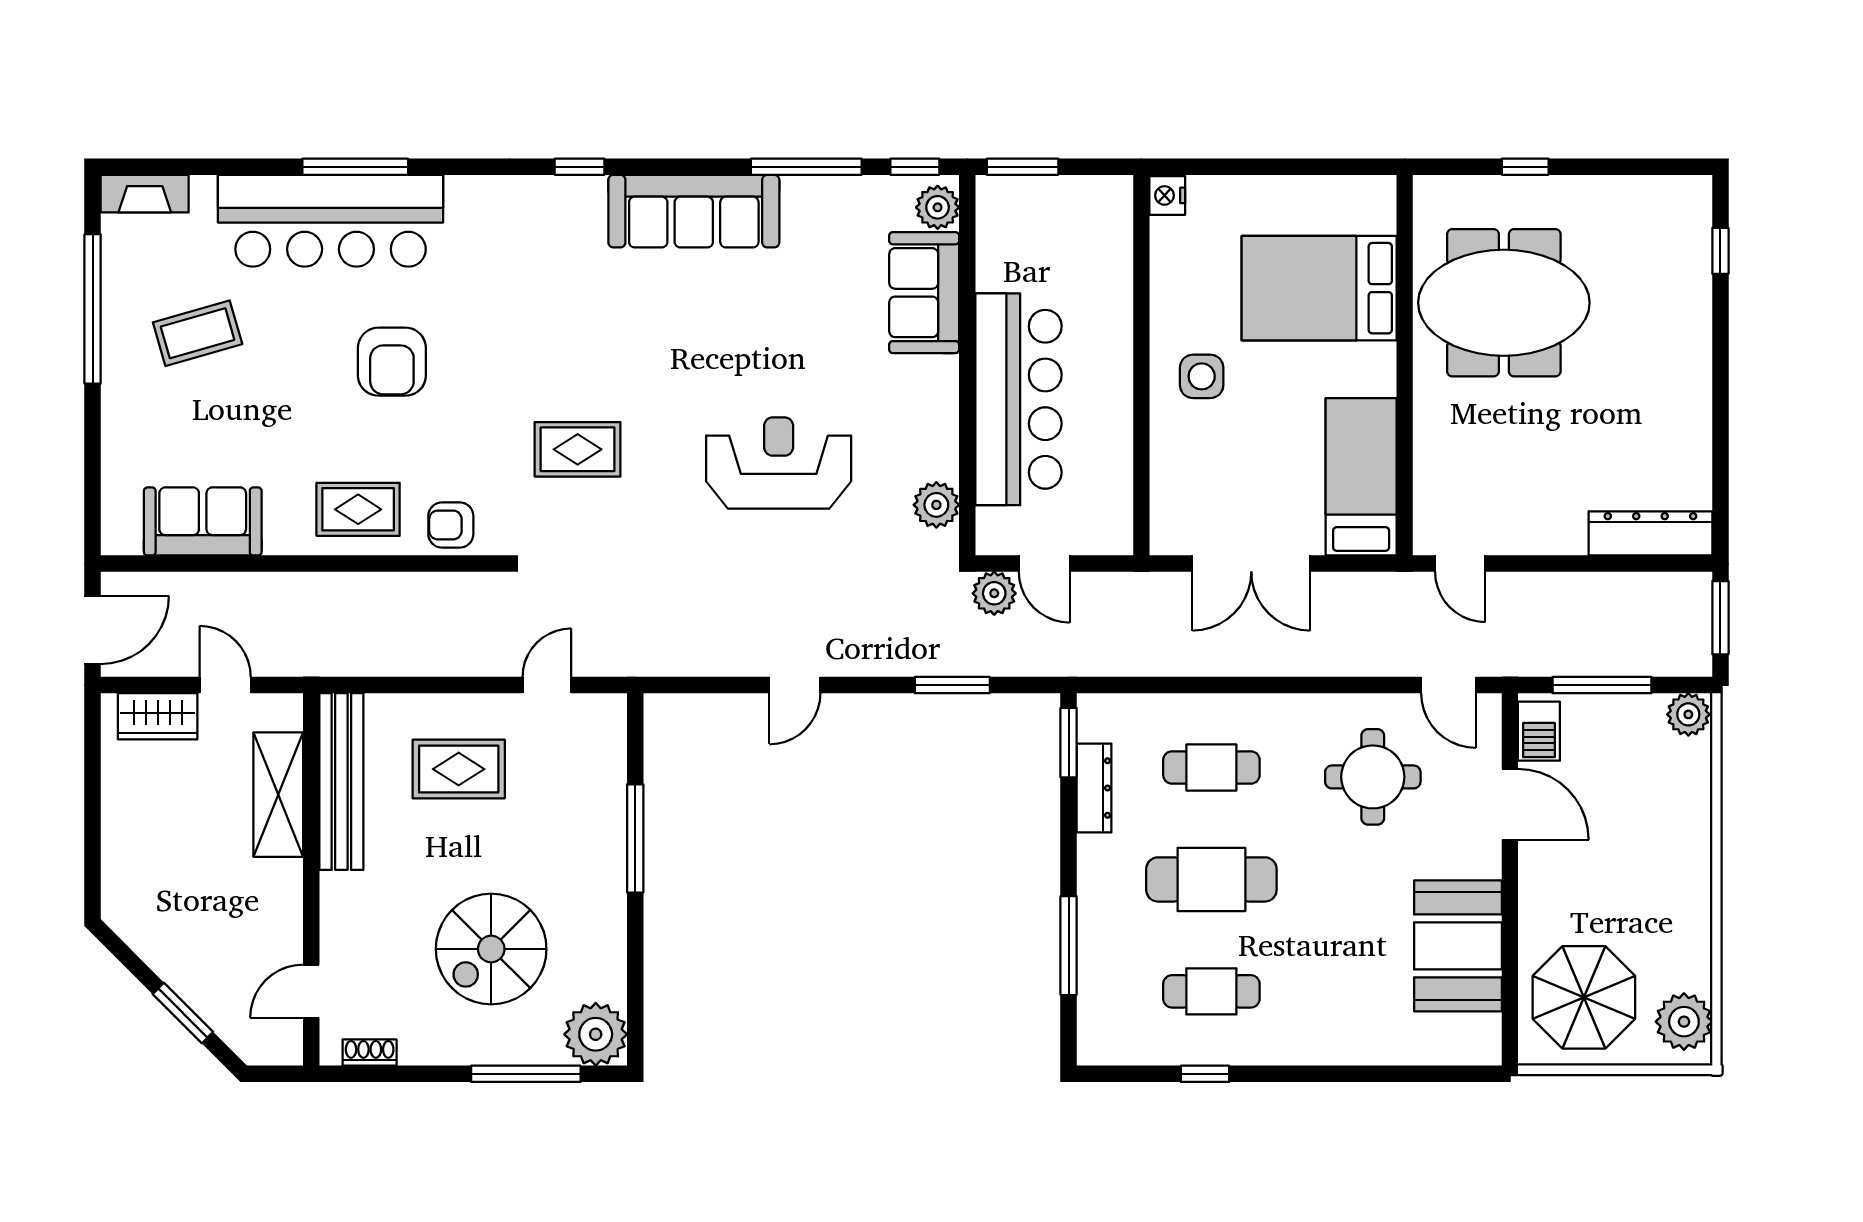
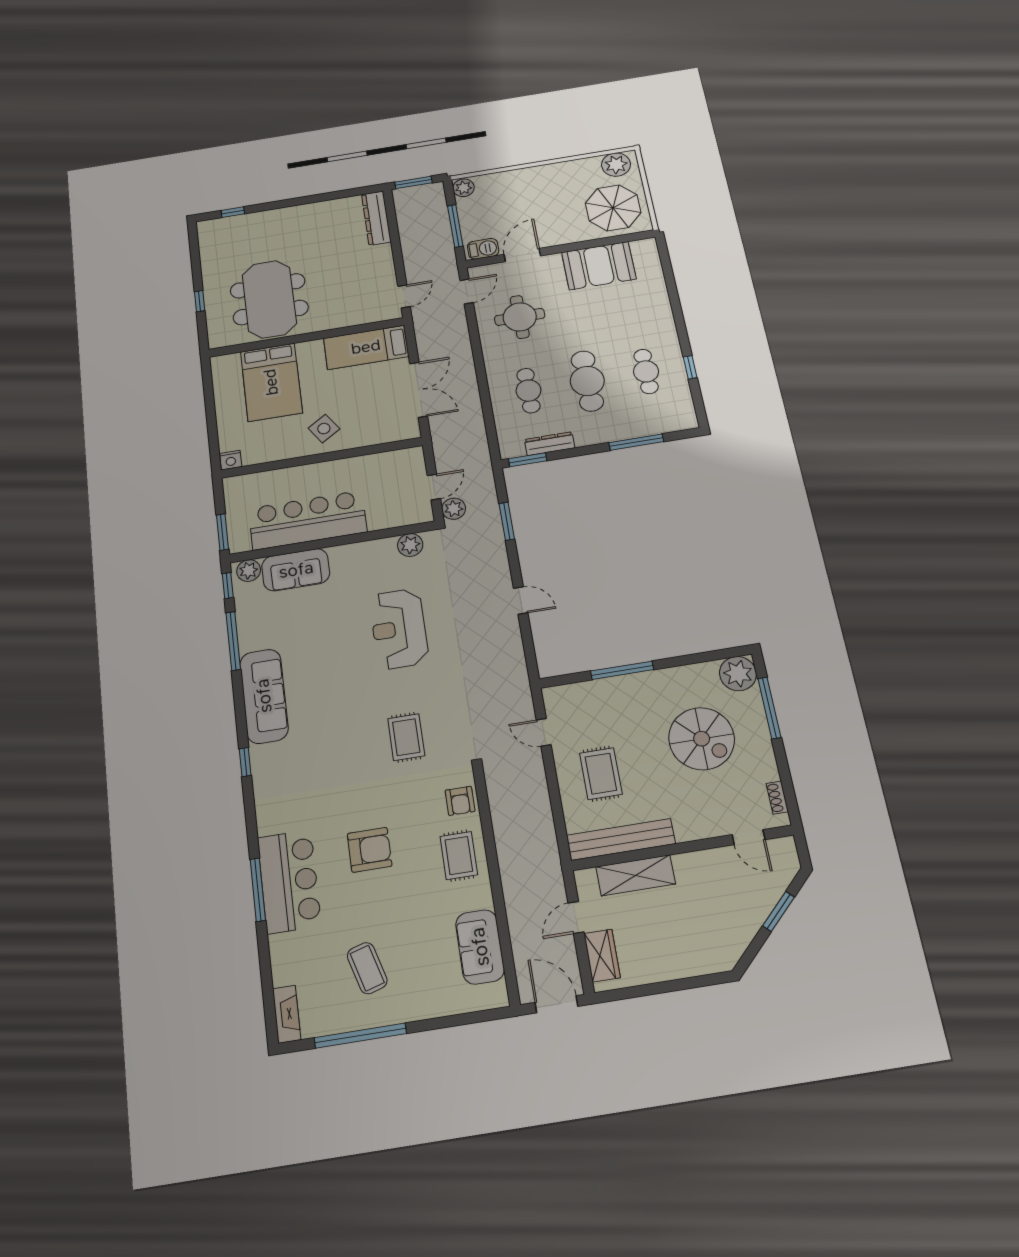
bar counter: (331, 221) -> (289, 881), width x0.73
side table: (1202, 376) -> (324, 429), turned -33
bar counter: (1018, 399) -> (308, 520), moved

